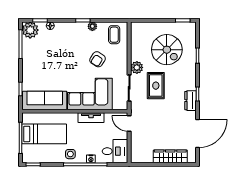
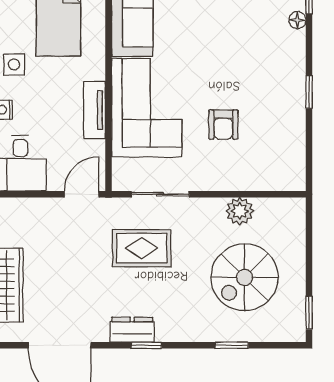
plant: (92, 26) -> (296, 113), removed
coffee table: (114, 35) -> (278, 161), removed
armchair: (98, 59) -> (223, 125), turned -123
plant: (137, 67) -> (240, 211), moved
rug: (156, 86) -> (142, 248), moved

